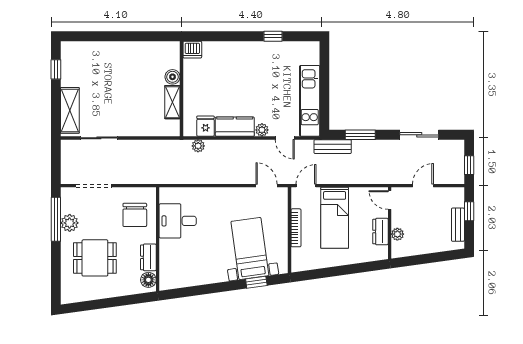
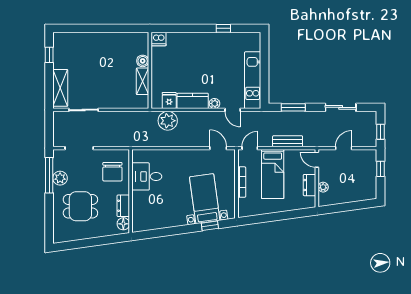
plant: (198, 146) -> (168, 121), width x1.87, depth x1.87
bench: (333, 147) -> (288, 141), moved
bench: (458, 225) -> (372, 180), removed

